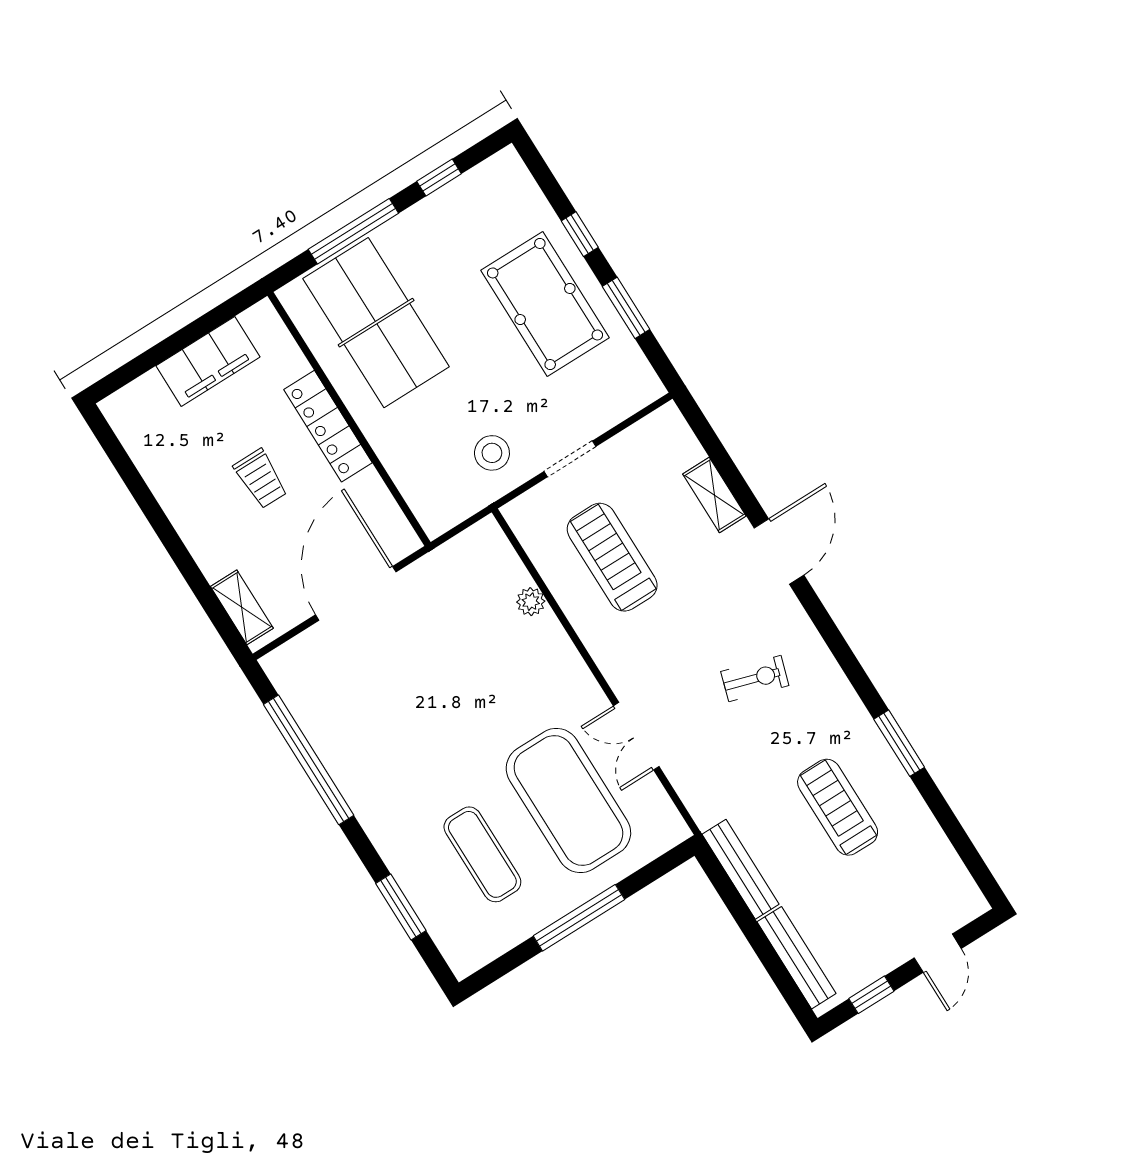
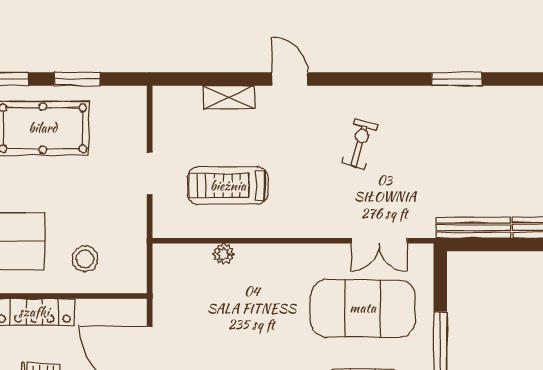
stool: (492, 453) -> (85, 259), moved
door: (779, 552) -> (290, 79), width x0.73
double door: (636, 736) -> (379, 241), moved
treadmill: (838, 807) -> (473, 143), removed

